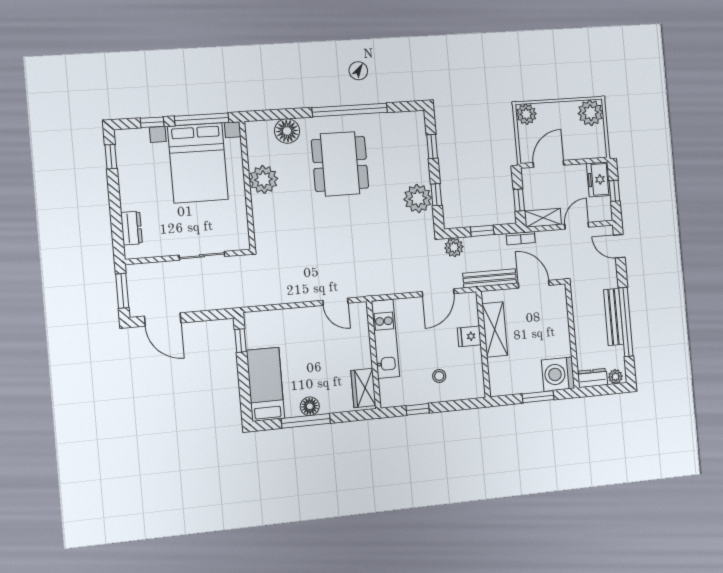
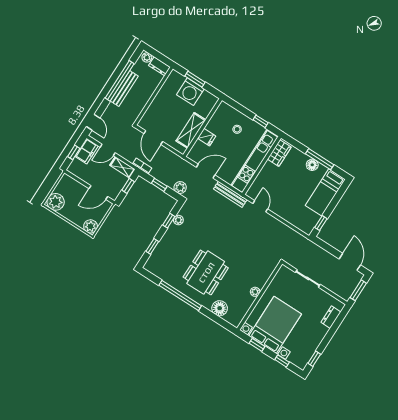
window: (202, 119) -> (257, 345), width x0.46
plant: (264, 179) -> (255, 292), width x0.53, depth x0.53
freezer: (598, 179) -> (87, 151), moved
plant: (418, 198) -> (178, 220), width x0.53, depth x0.53
bench: (490, 278) -> (230, 194), moved
kitchen unit: (385, 339) -> (254, 161), width x1.36
washing machine: (558, 374) -> (190, 92), moved, turned 90

